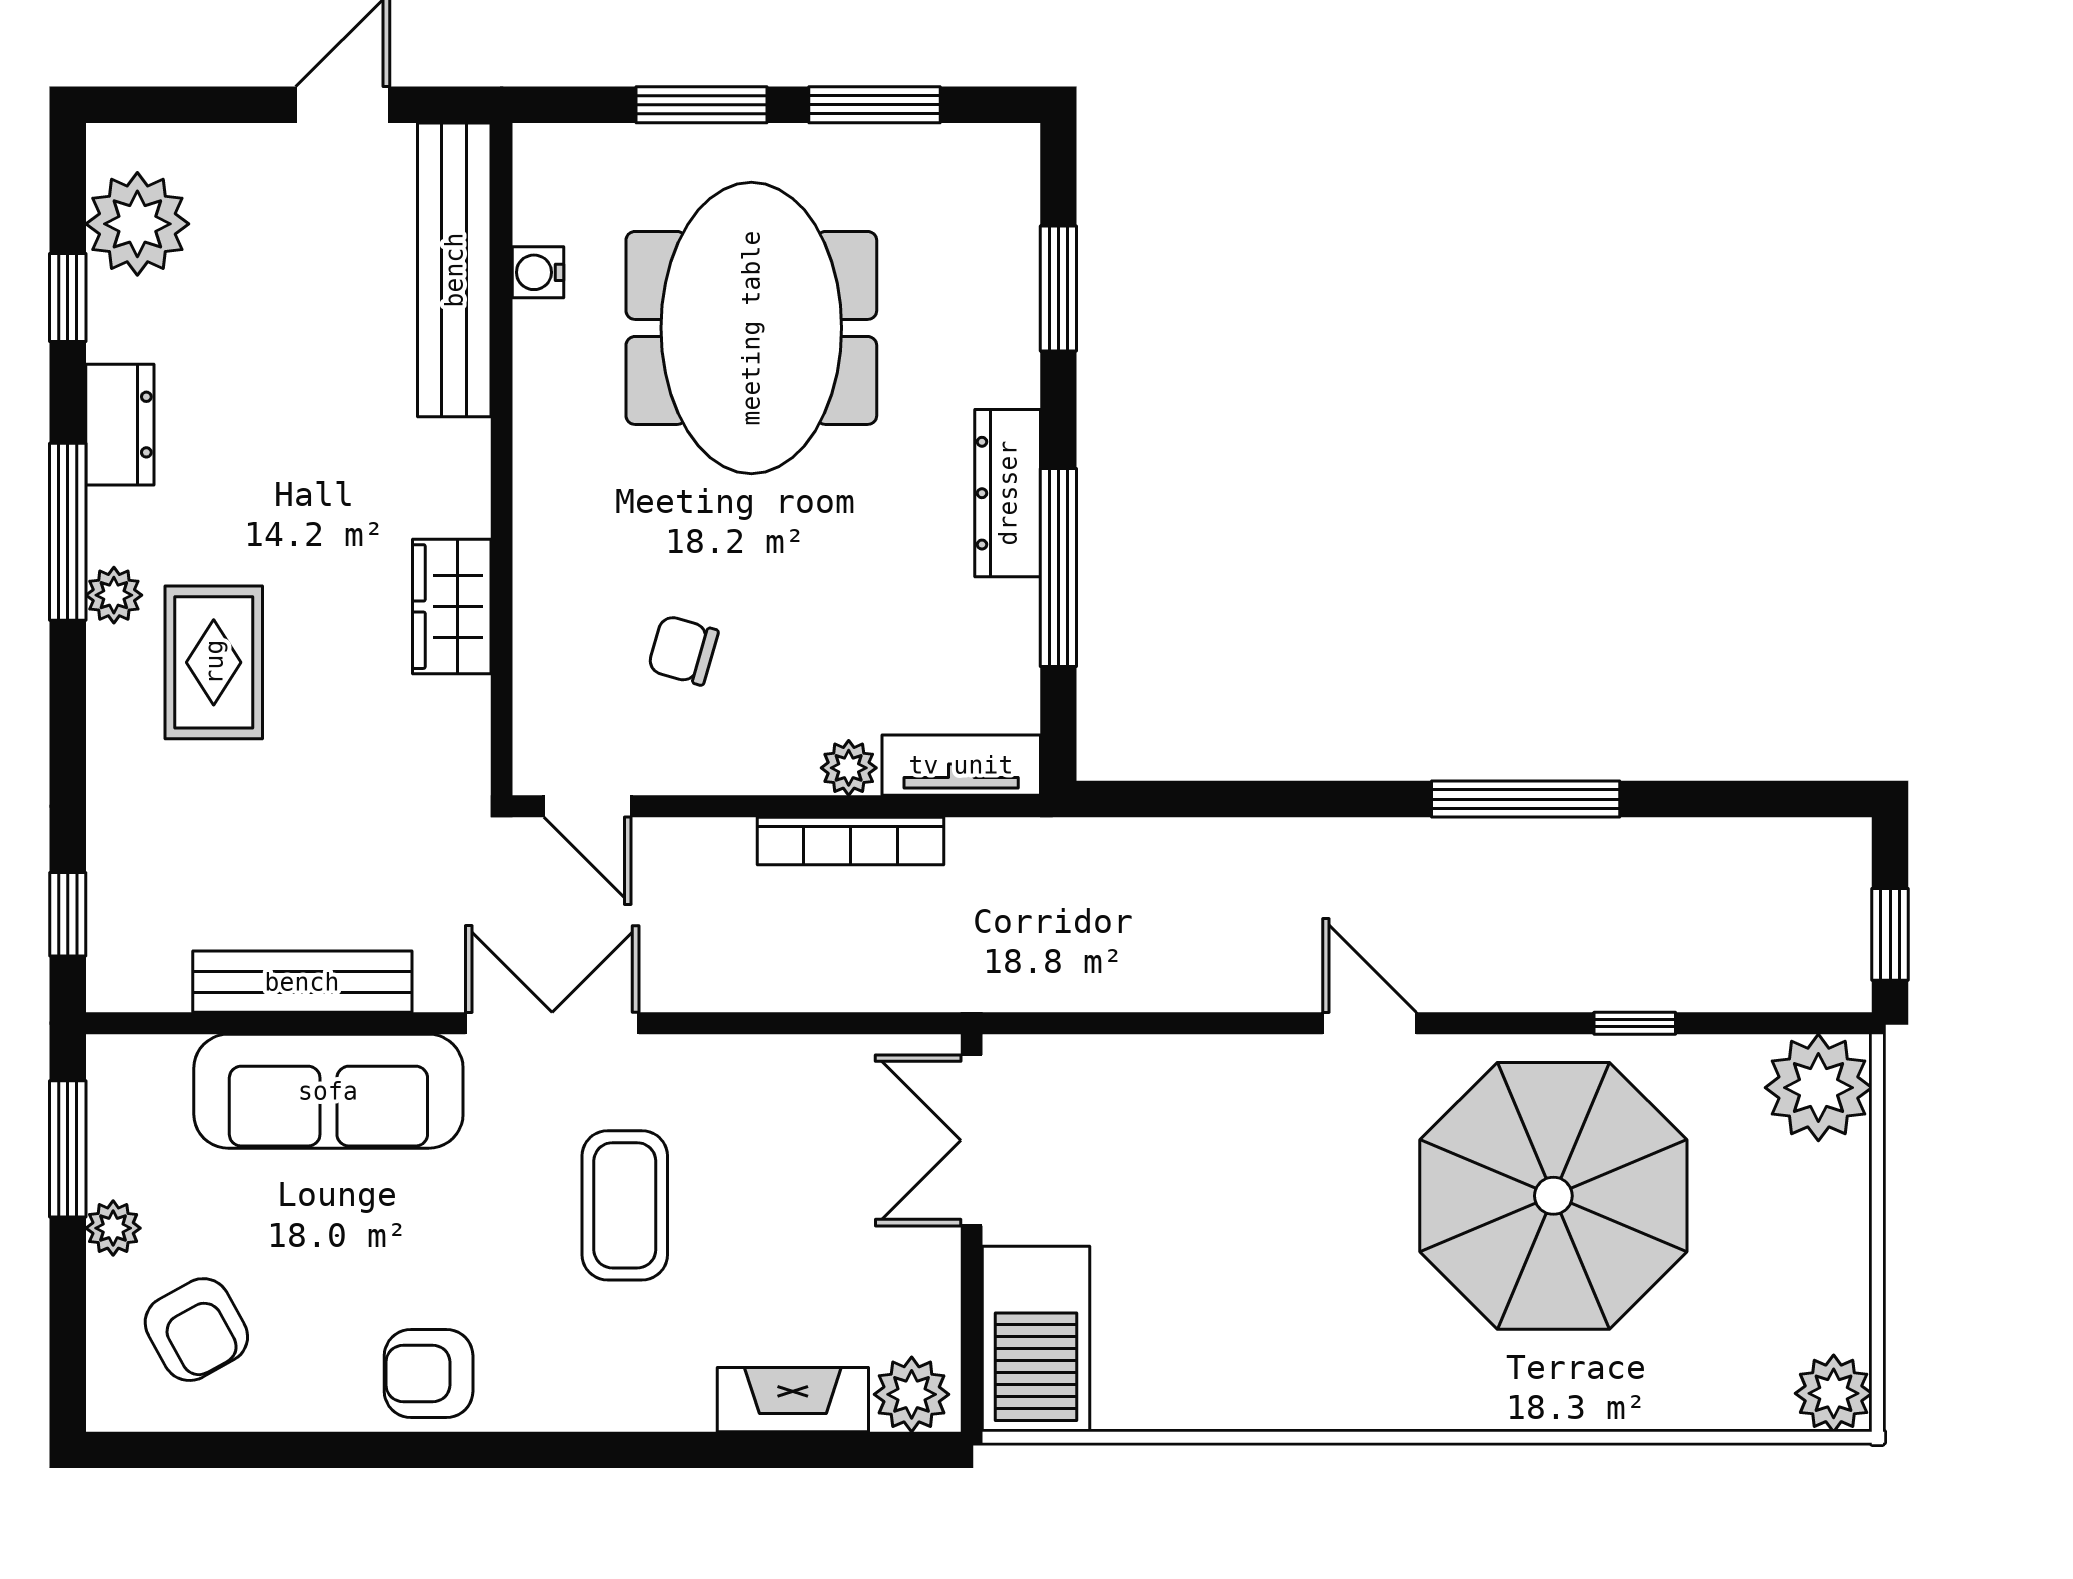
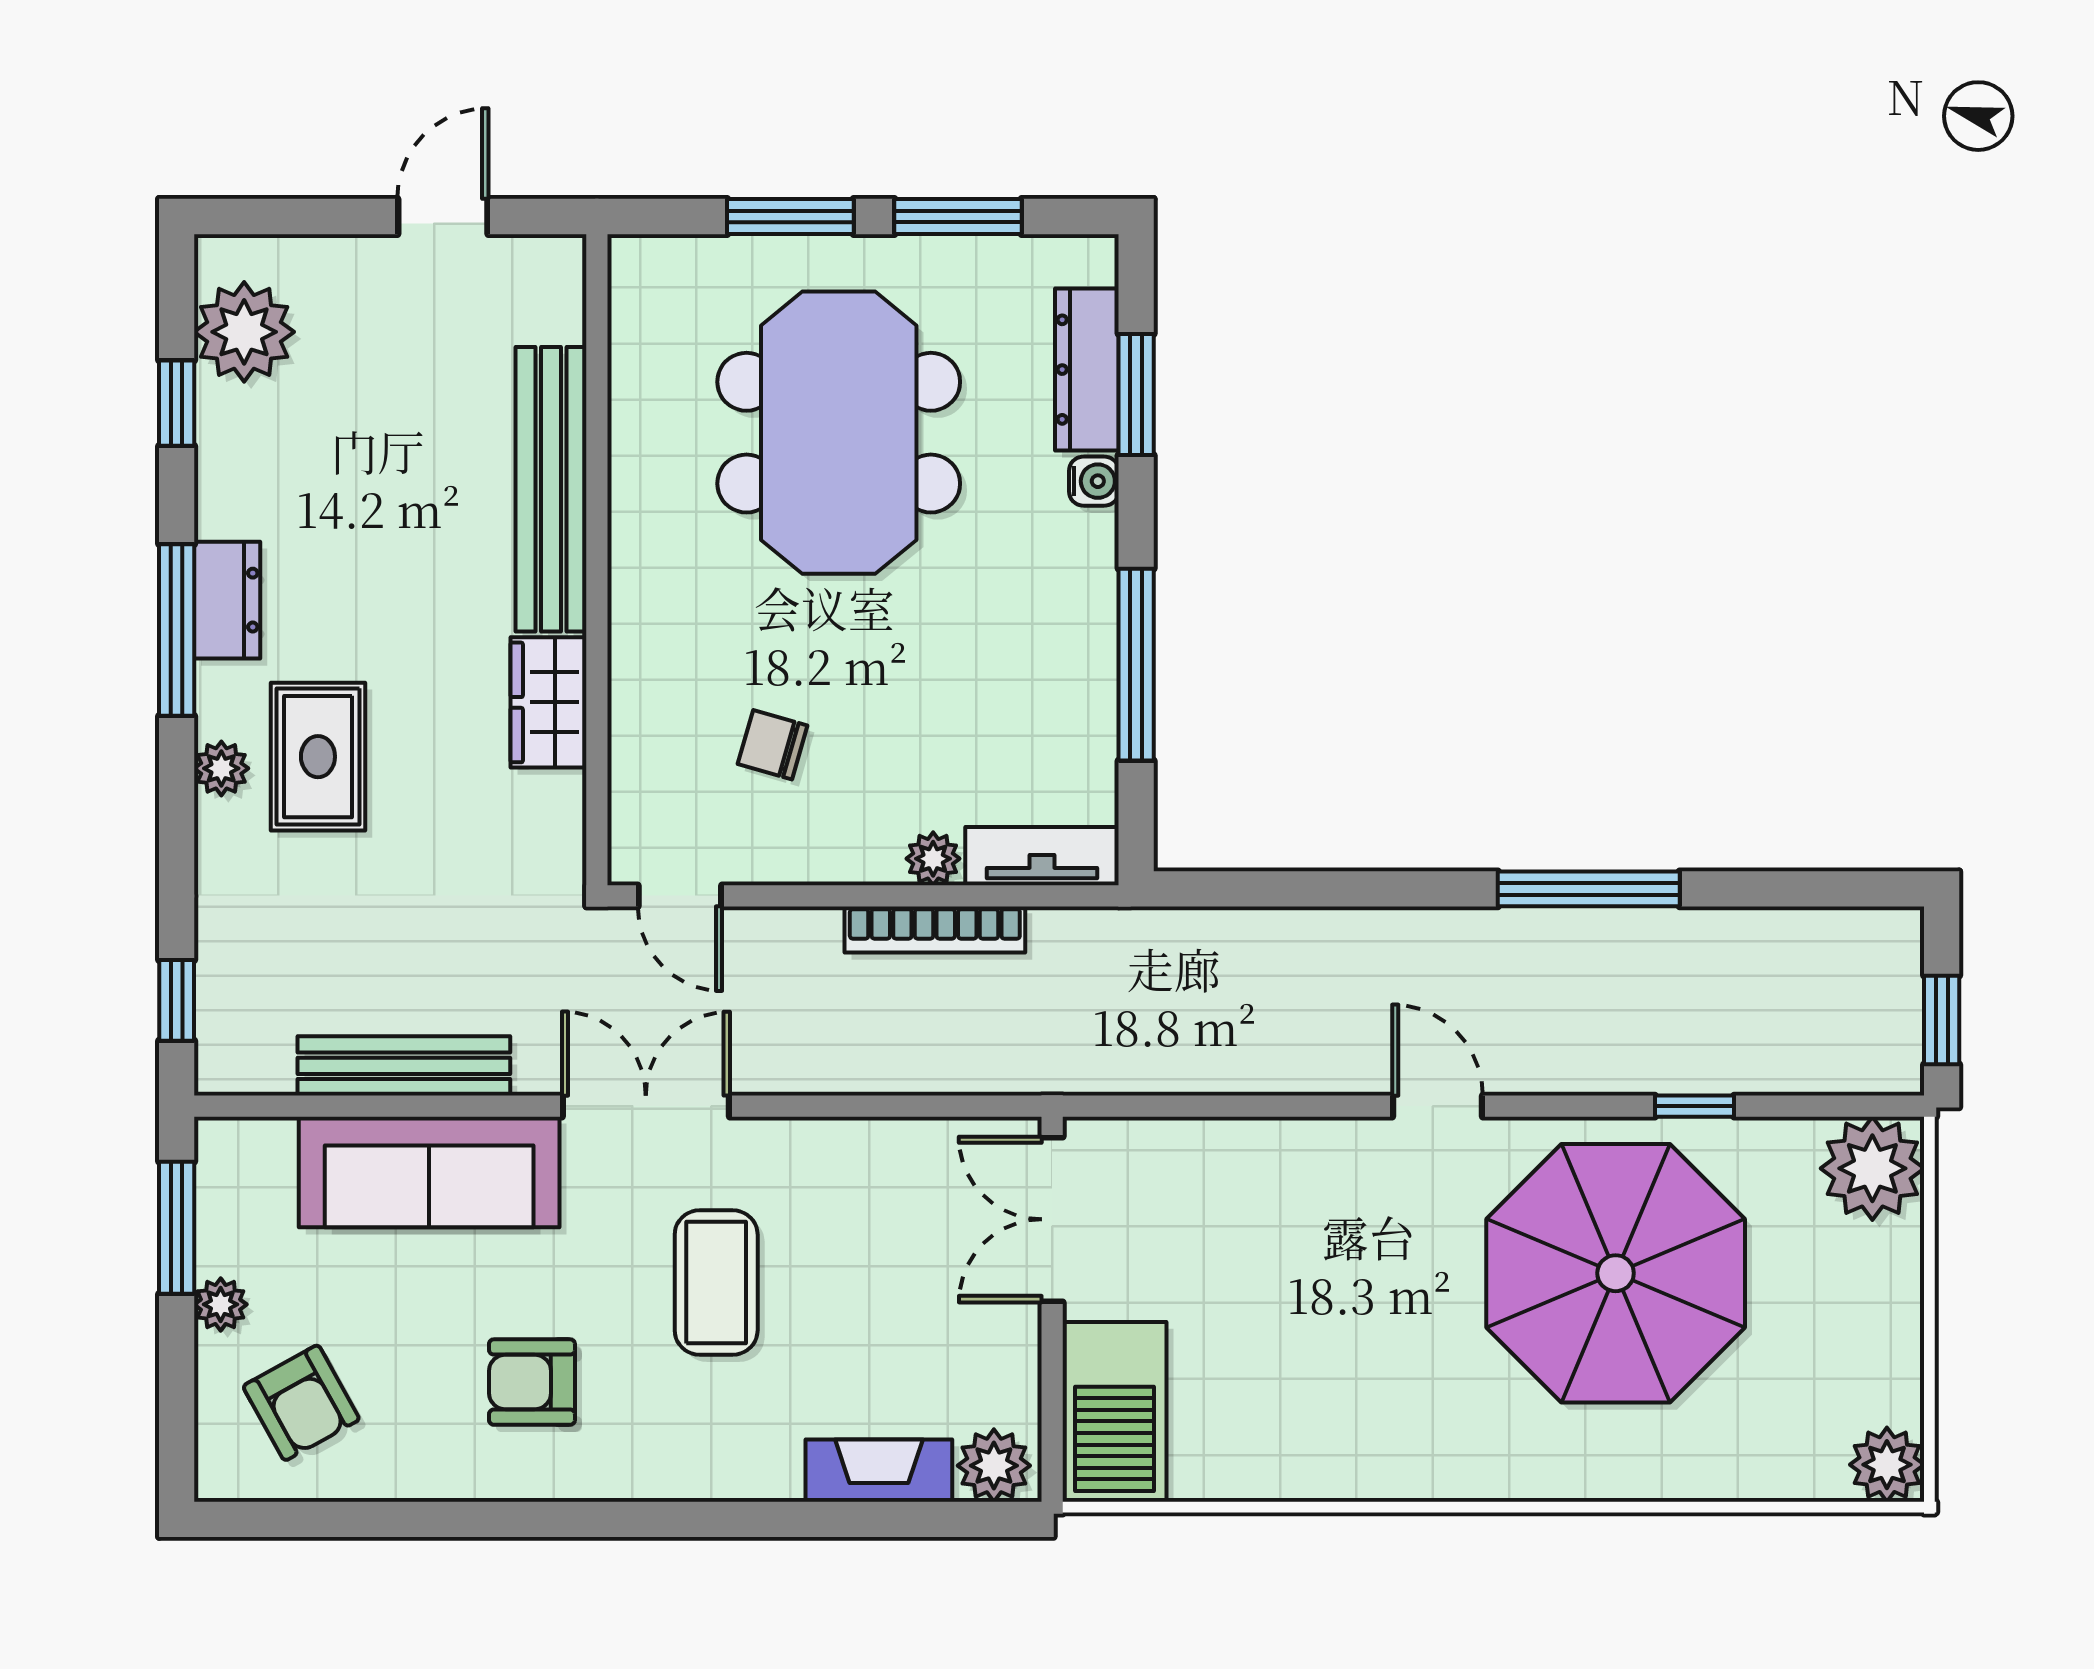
bench: (454, 270) -> (551, 489), moved
water cooler: (538, 272) -> (1094, 481), moved, turned 180
dresser: (120, 425) -> (227, 600), moved
dresser: (1008, 493) -> (1087, 370), moved
plant: (114, 595) -> (221, 768), moved
armchair: (429, 1374) -> (532, 1382), moved

